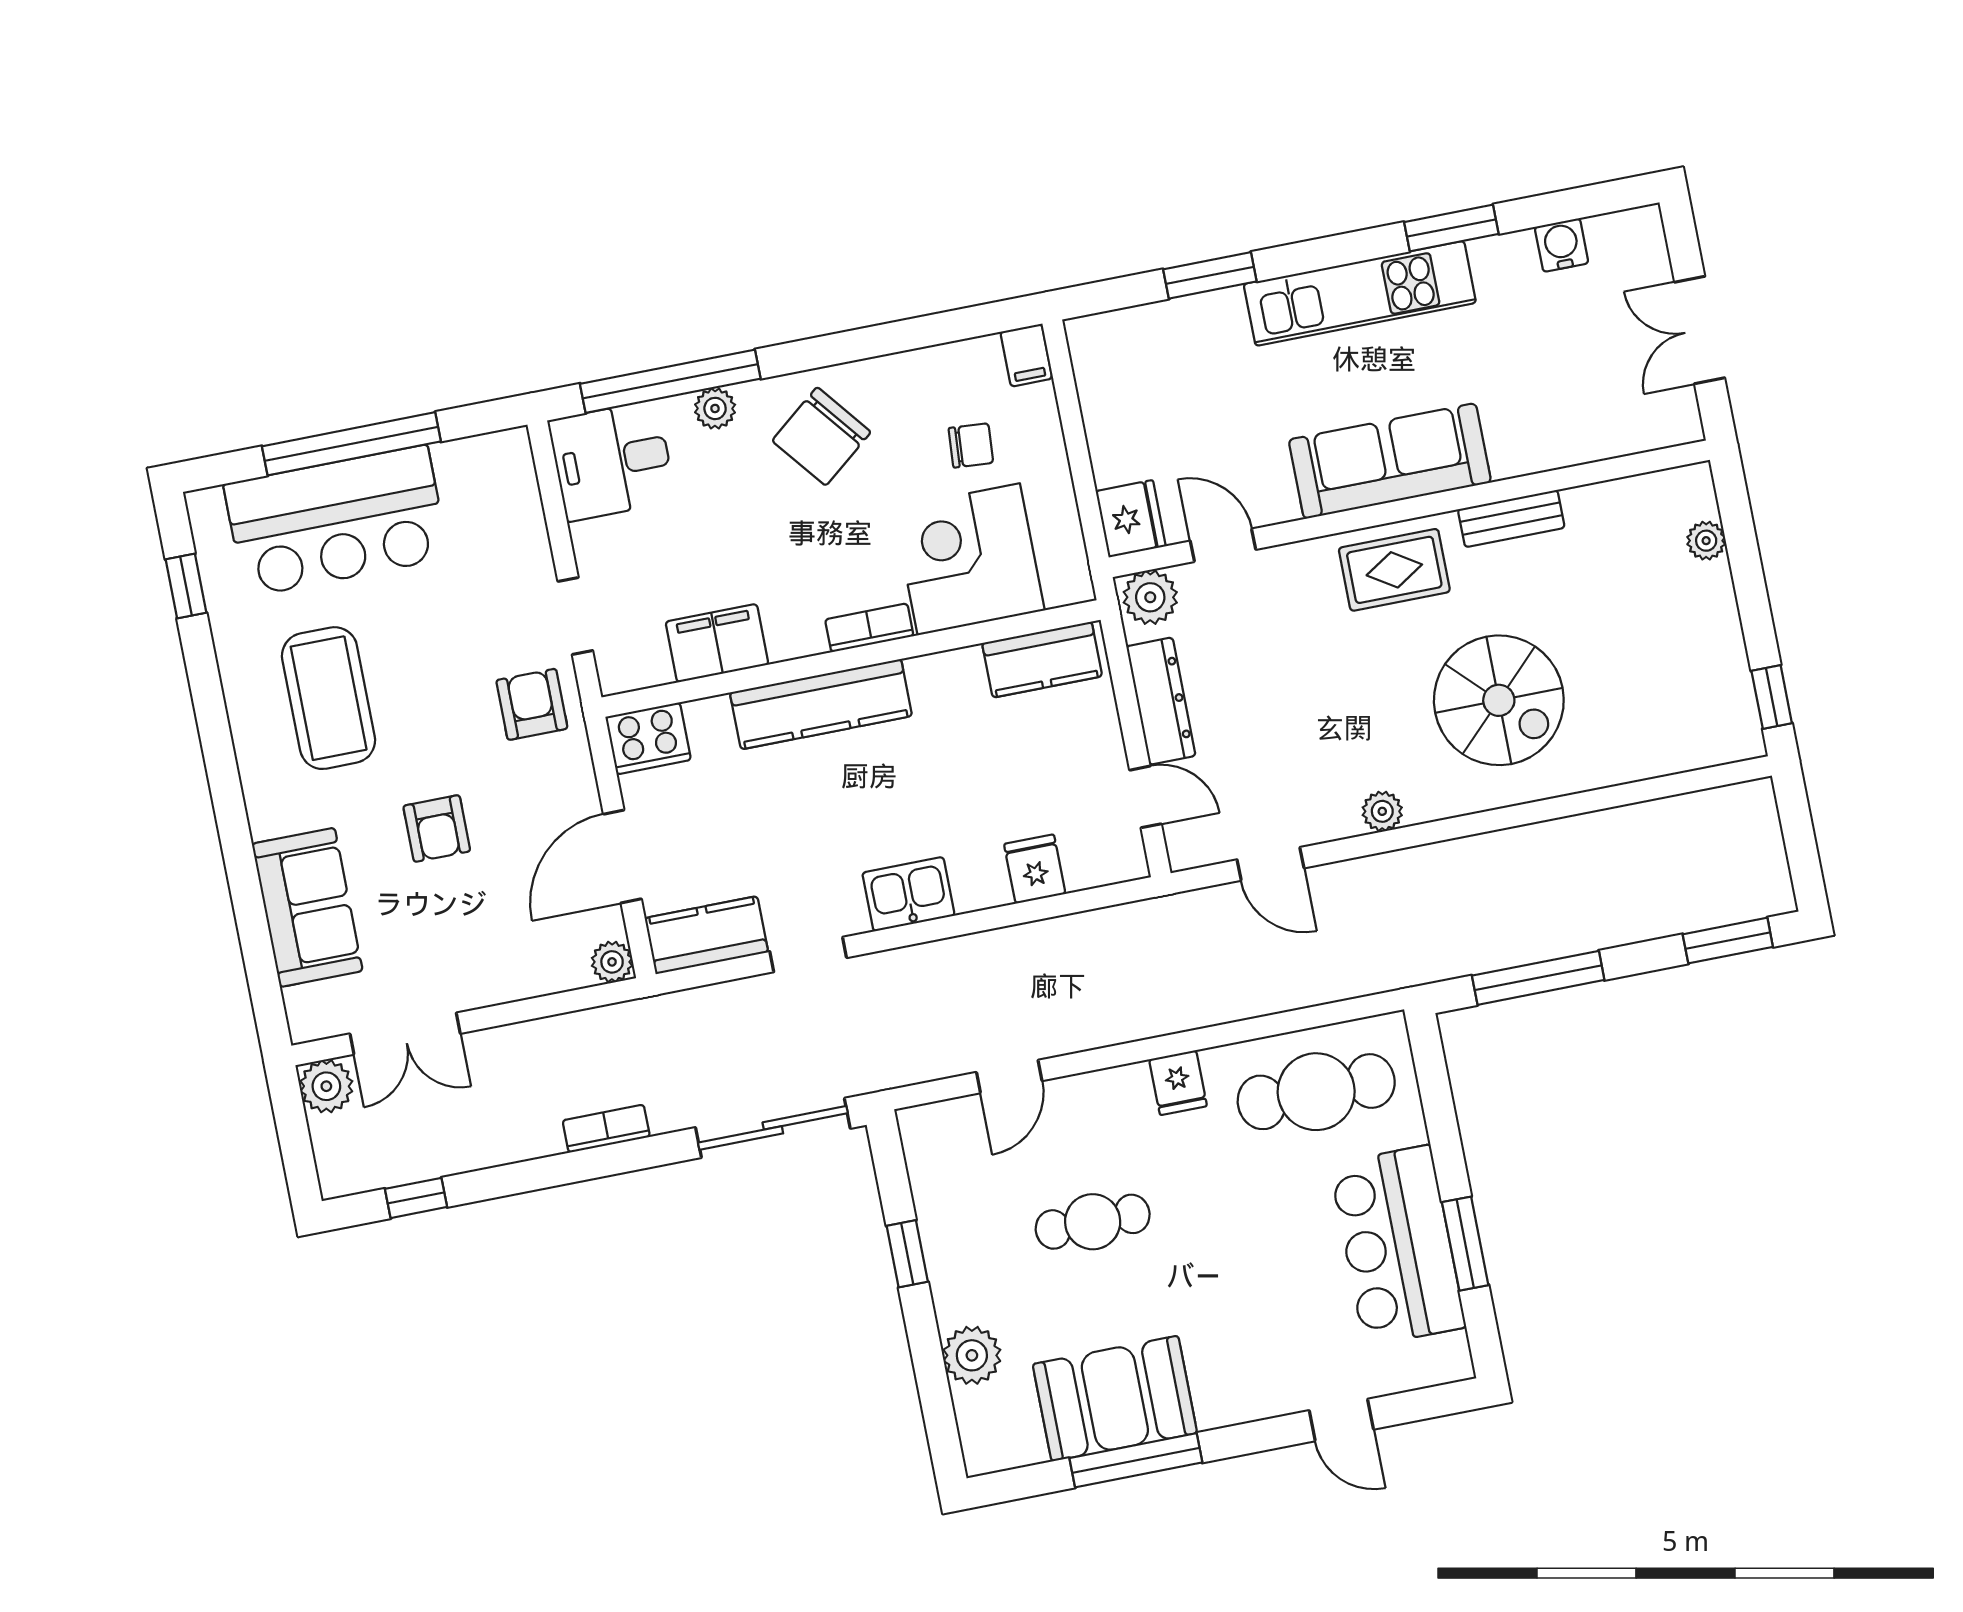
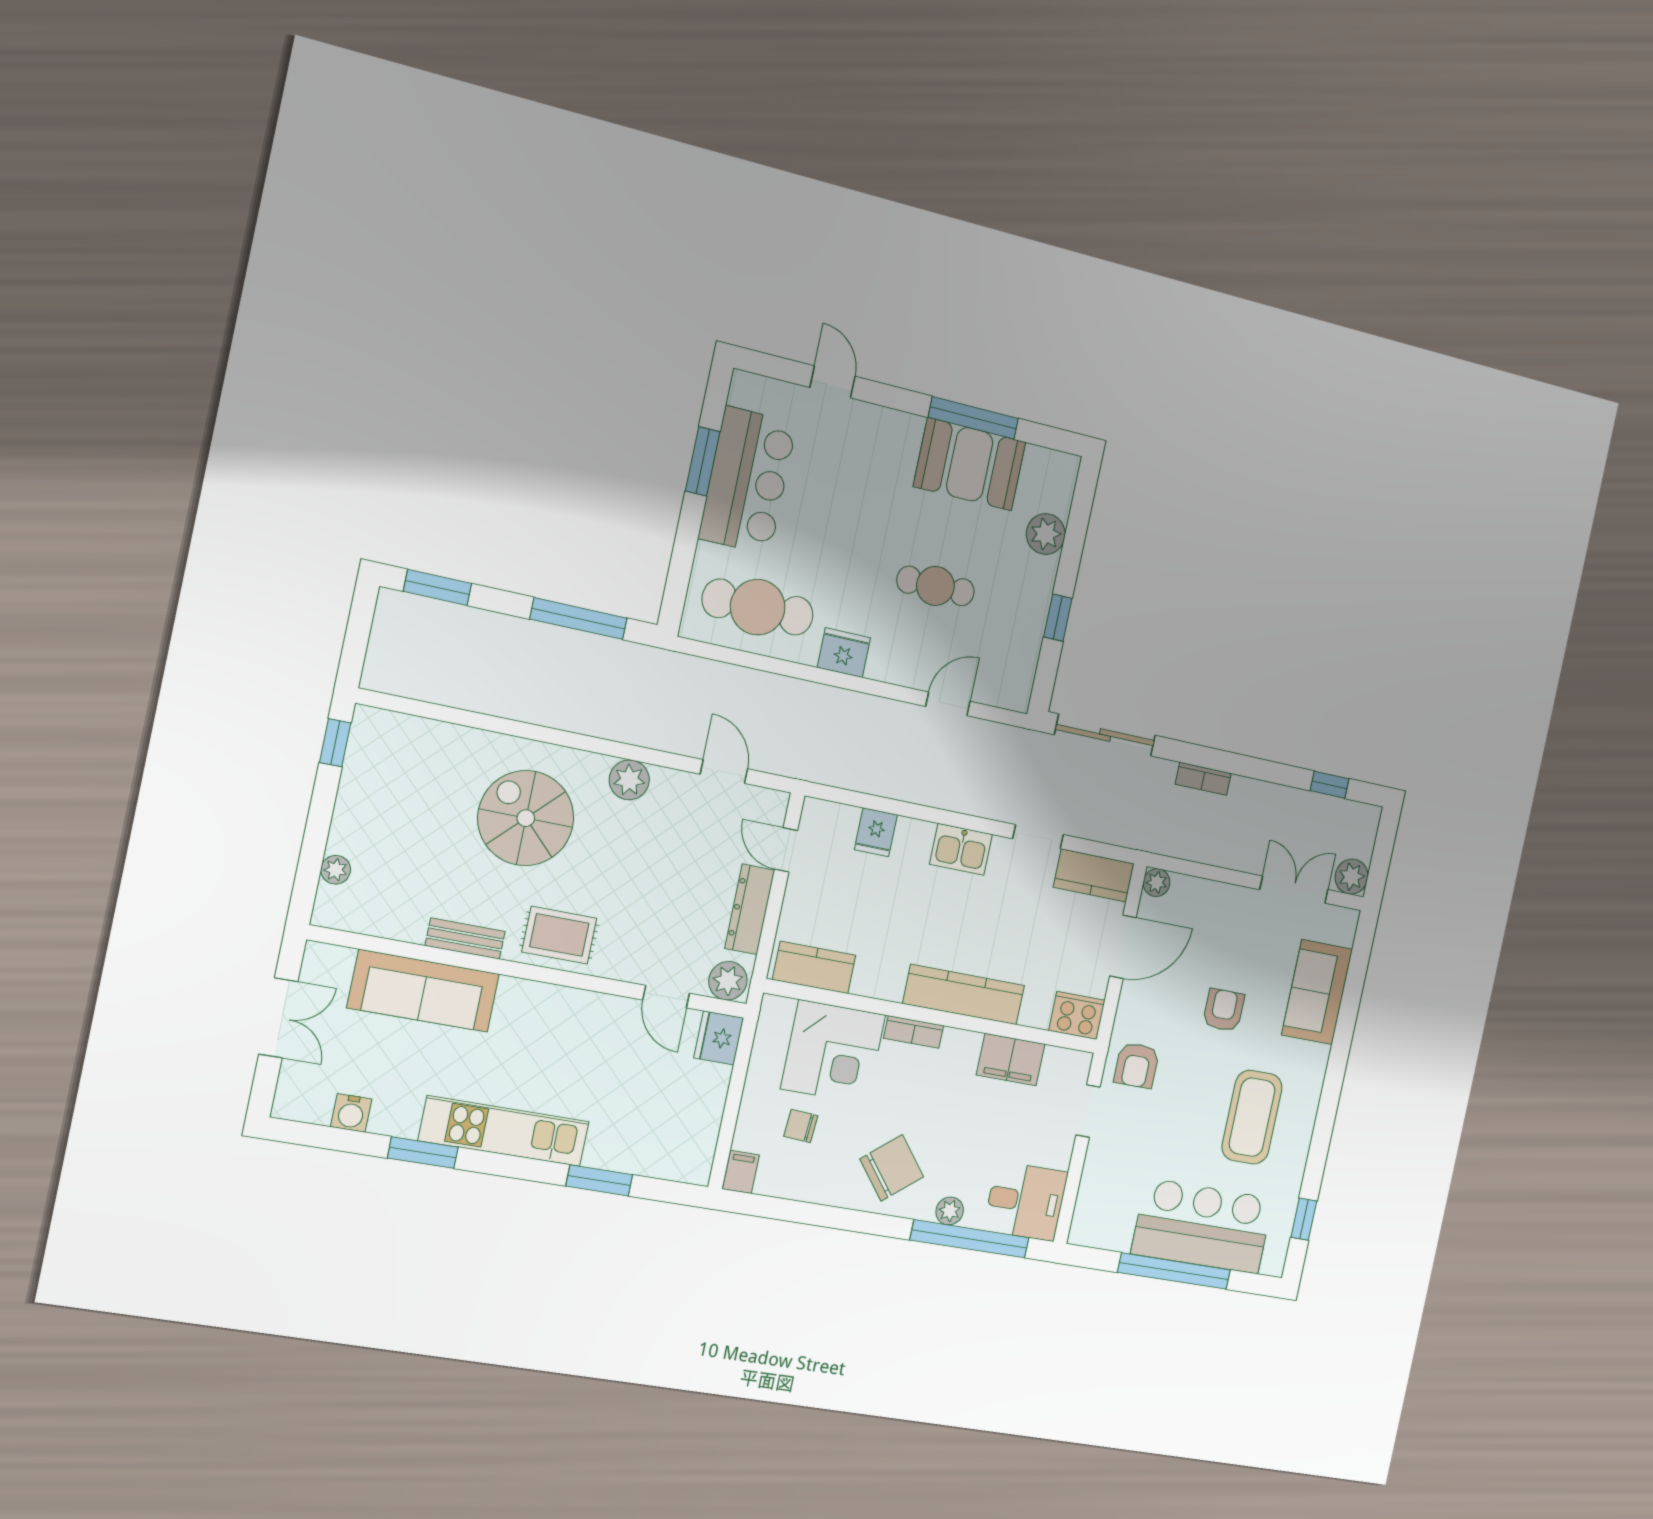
sofa: (1390, 461) -> (423, 991), moved
plant: (1382, 811) -> (629, 780), width x1.38, depth x1.38
fridge: (1178, 1083) -> (844, 653), width x1.38

